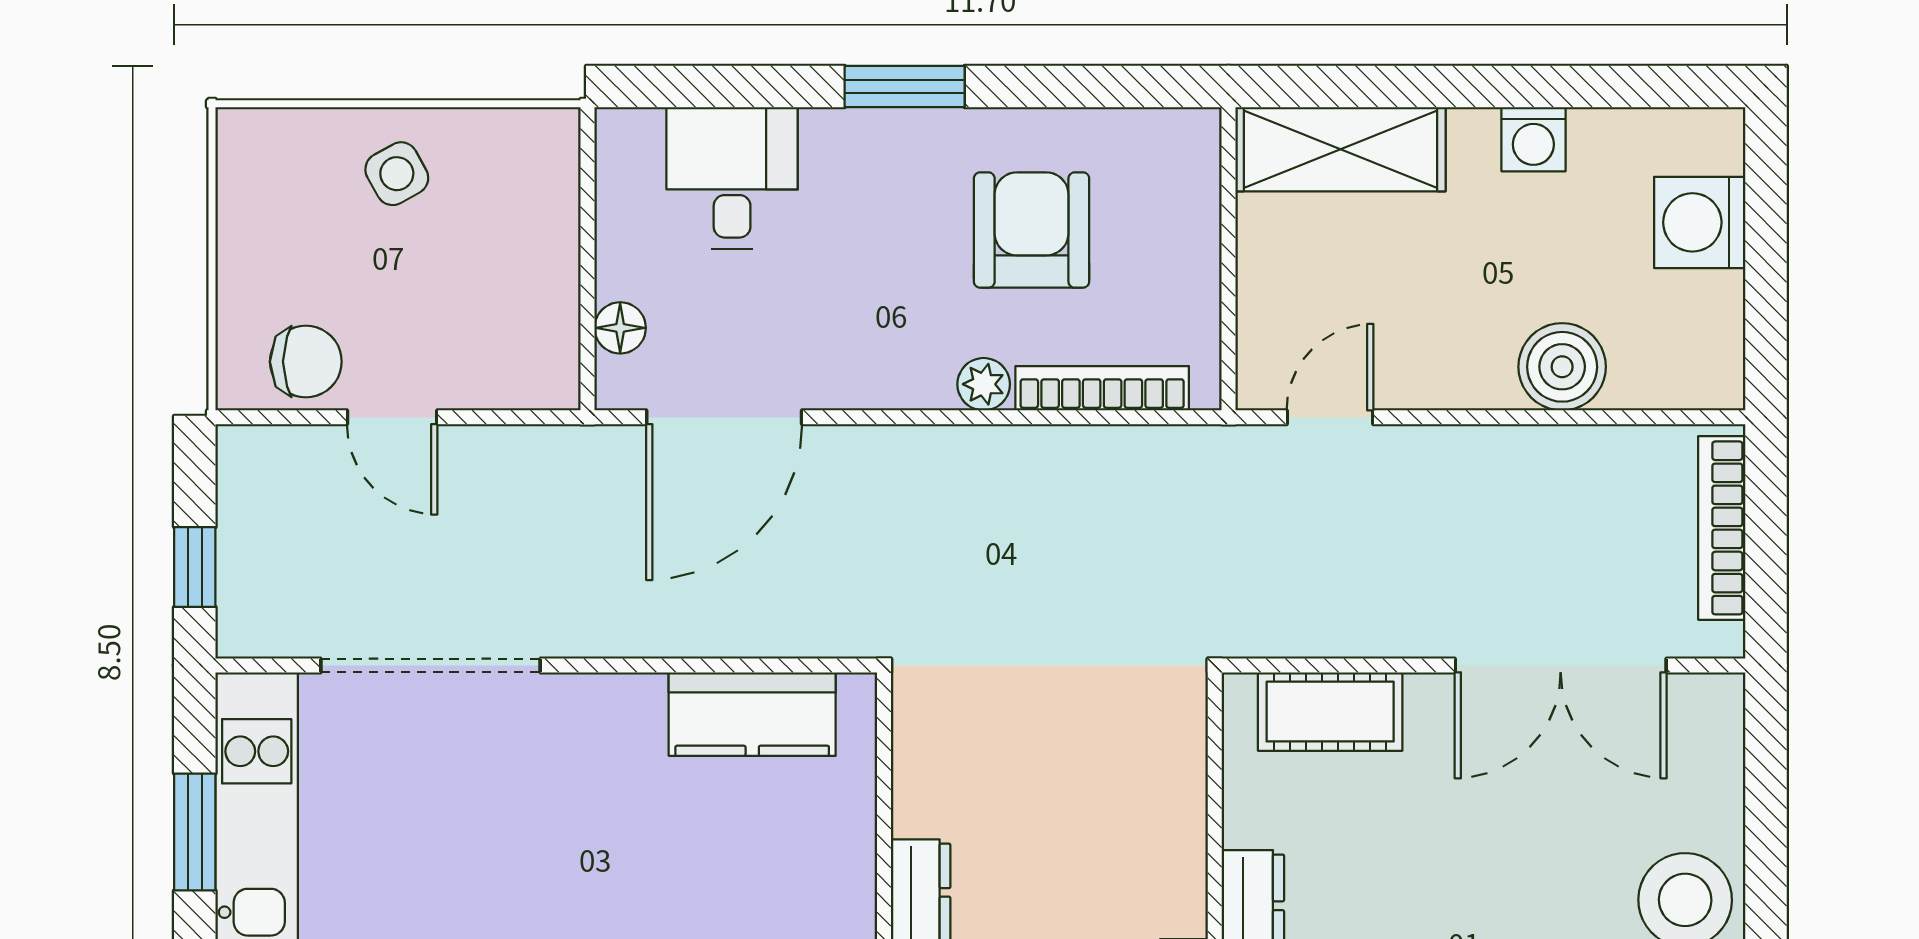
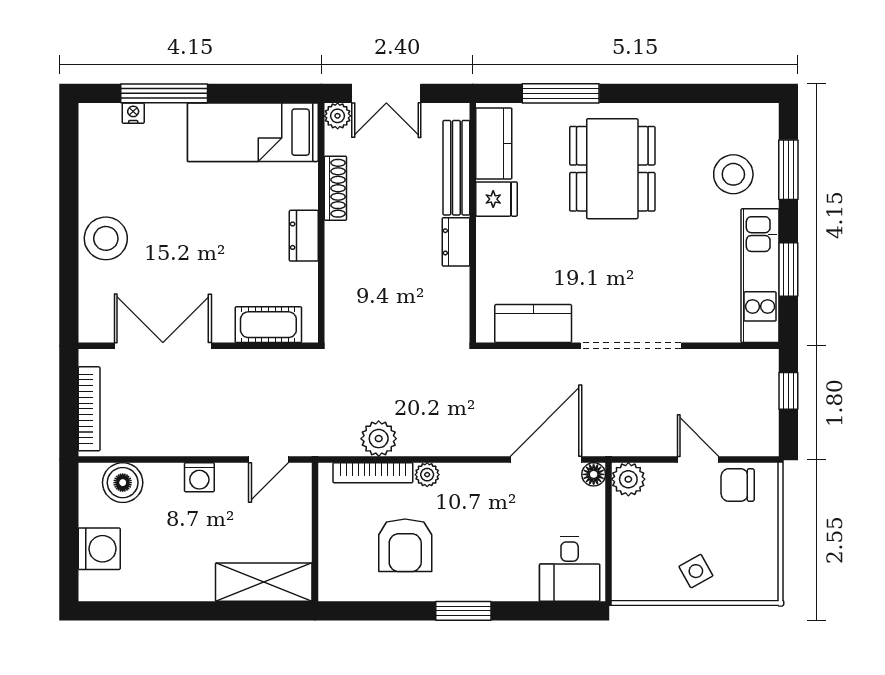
washing machine: (1533, 139) -> (199, 477), moved, turned 180
desk: (732, 178) -> (570, 569), moved
floor lamp: (620, 328) -> (594, 474), moved
boiler: (1562, 367) -> (123, 483), moved
plant: (544, 374) -> (628, 479), added
plant: (1089, 463) -> (379, 439), added
doorway: (431, 665) -> (631, 346), moved

